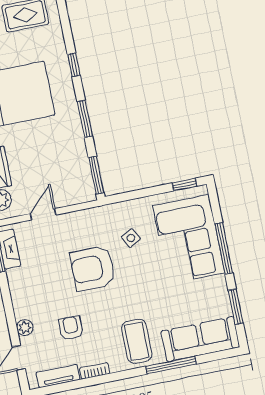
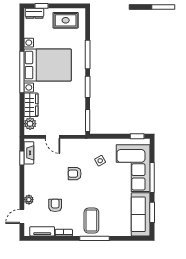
window: (74, 65) -> (88, 55), width x2.17
door: (43, 214) -> (53, 137), swing flipped
armchair: (93, 268) -> (75, 174), width x0.53, depth x0.53
sofa: (200, 339) -> (141, 214), moved, turned -90
window: (171, 365) -> (94, 238), moved

